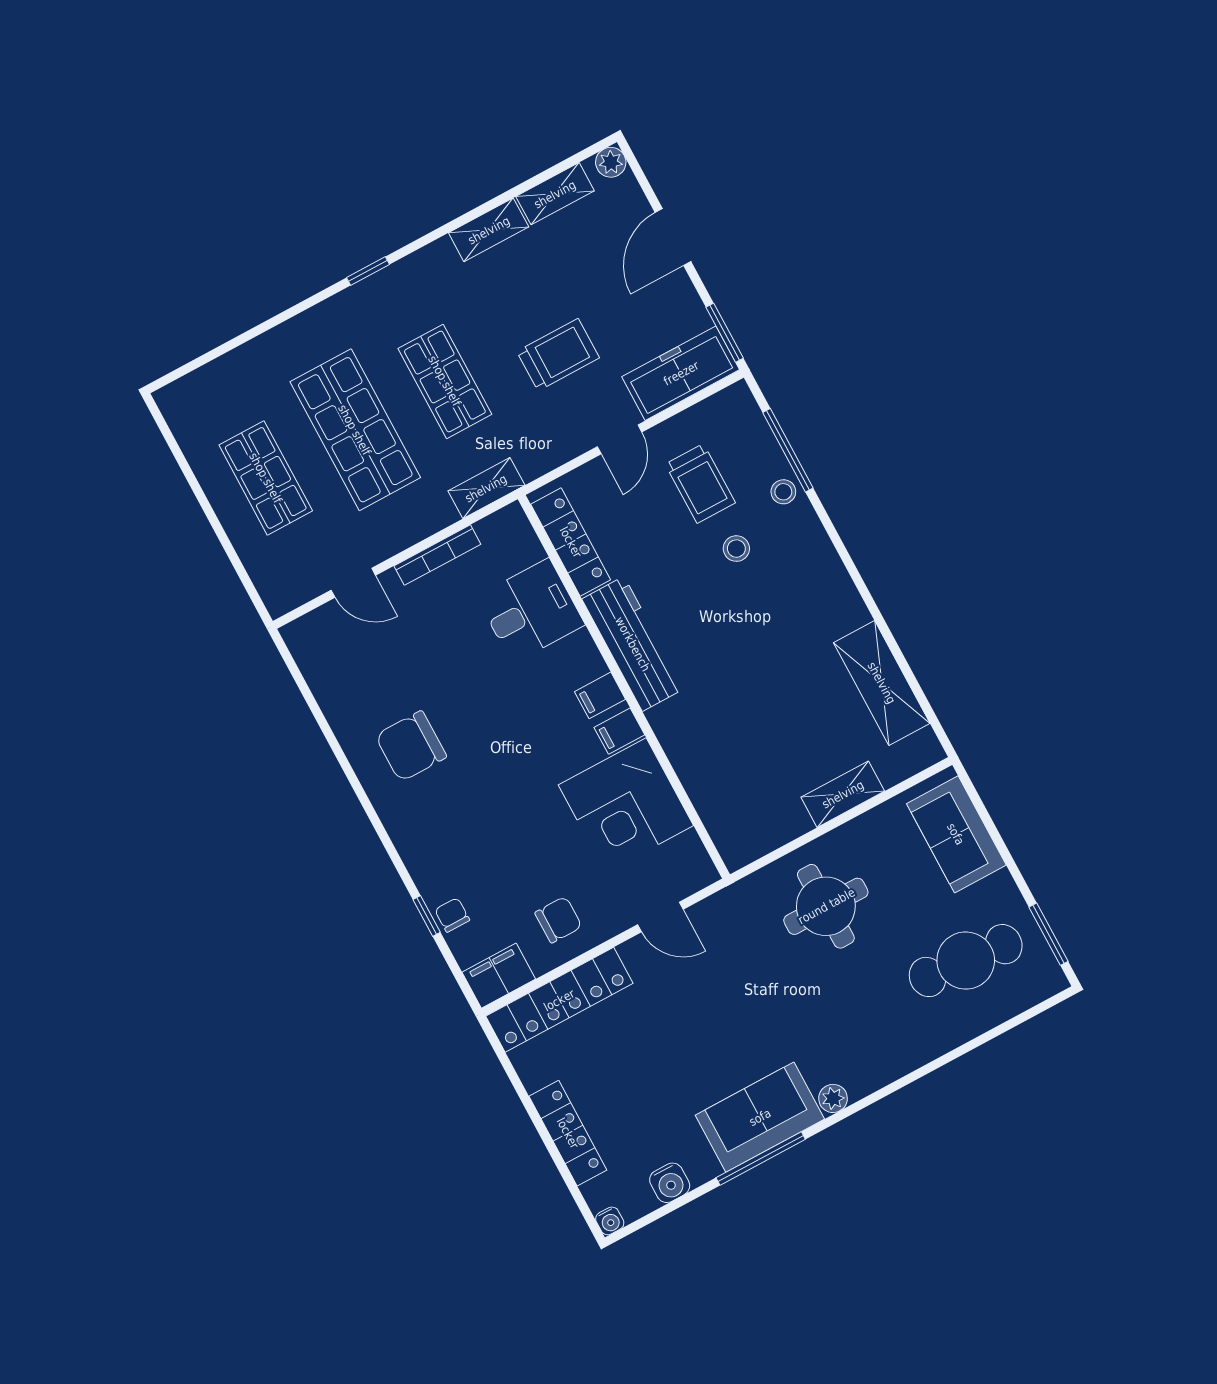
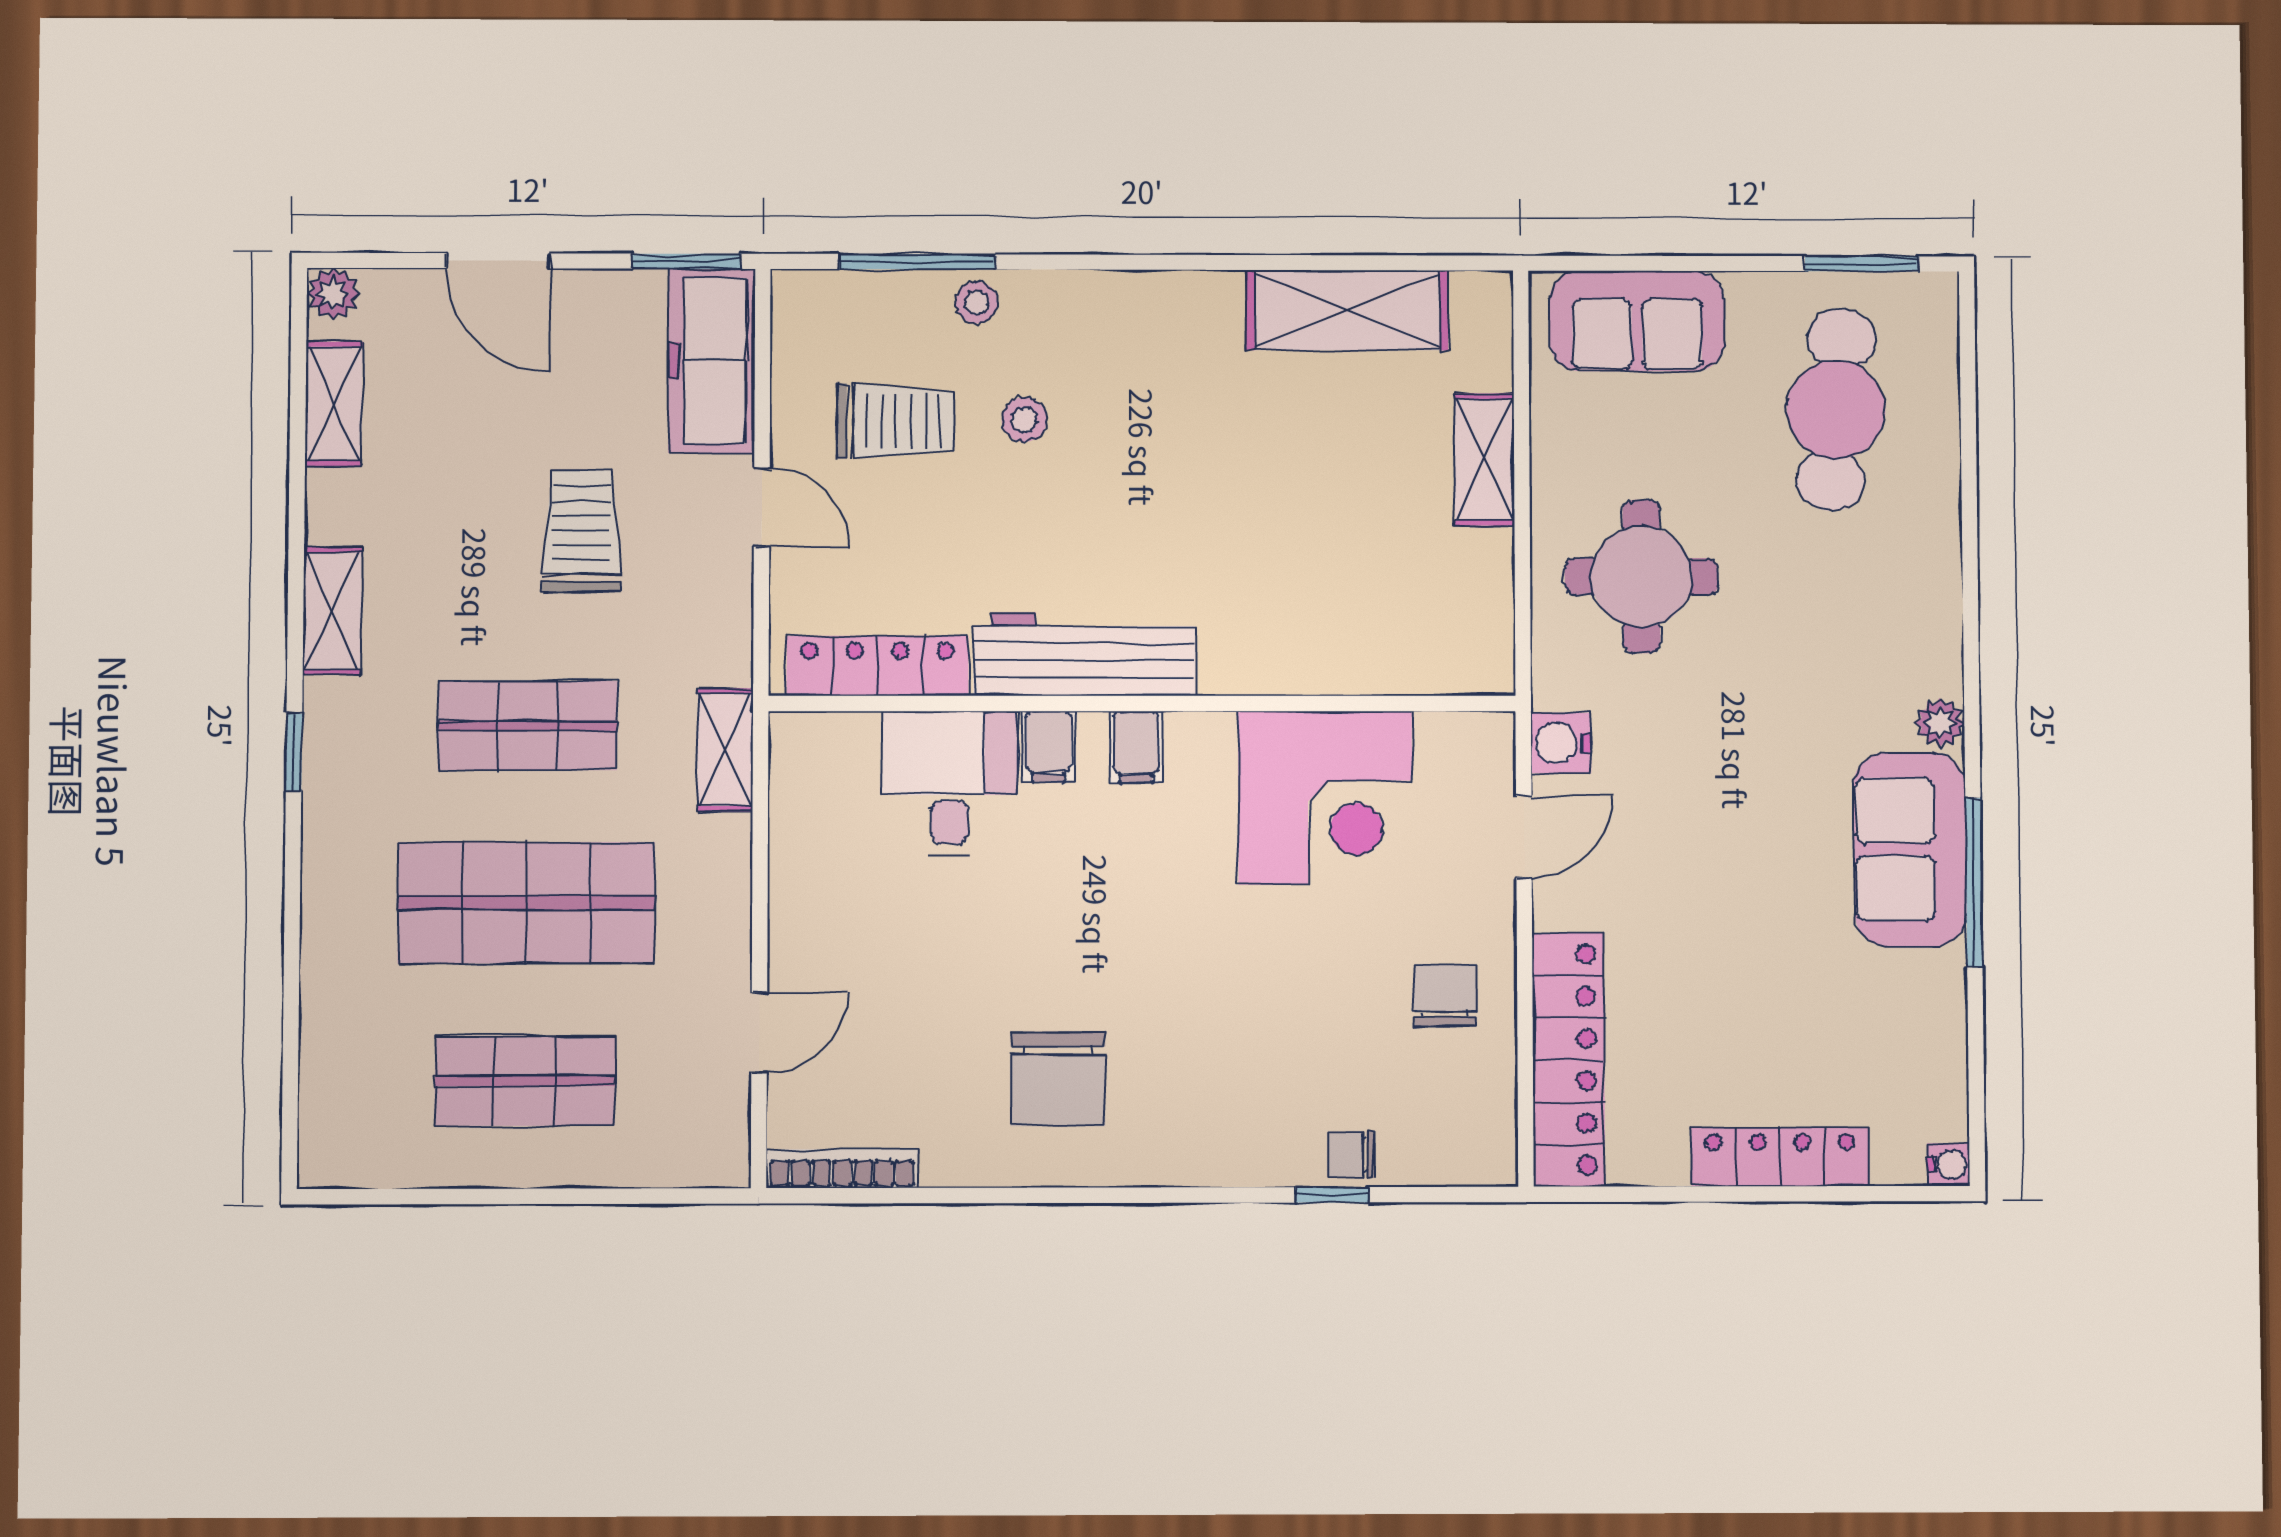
shelving: (489, 230) -> (332, 611), moved
bookcase: (437, 555) -> (842, 1169), moved, turned -90
filing cabinet: (619, 731) -> (1049, 747), moved
filing cabinet: (499, 976) -> (1482, 1133), removed
water cooler: (670, 1183) -> (1561, 743), moved, turned 180

